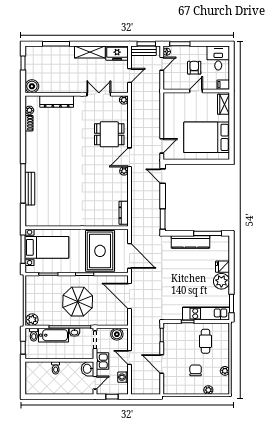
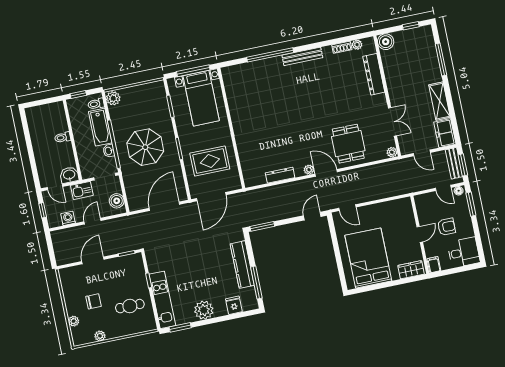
door: (196, 91) -> (420, 234), hinge flipped
bench: (30, 189) -> (302, 56), moved
dresser: (124, 213) -> (280, 175), moved
rug: (100, 251) -> (210, 161), width x0.73, depth x0.69
fridge: (223, 267) -> (234, 305), moved

